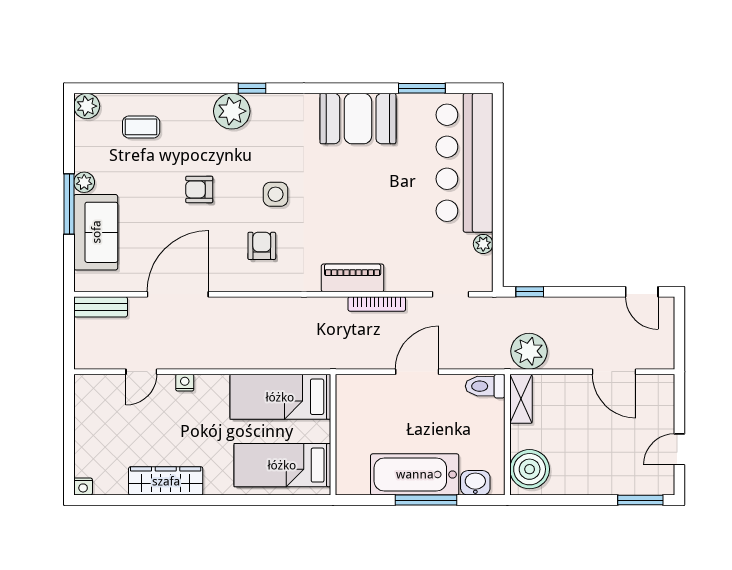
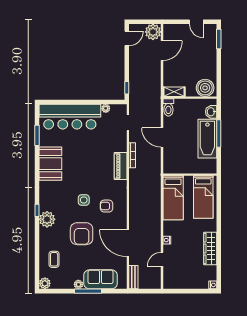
armchair: (199, 189) -> (82, 234), width x1.88, depth x1.88
plant: (529, 351) -> (153, 32), moved
door: (141, 372) -> (162, 259), swing flipped

